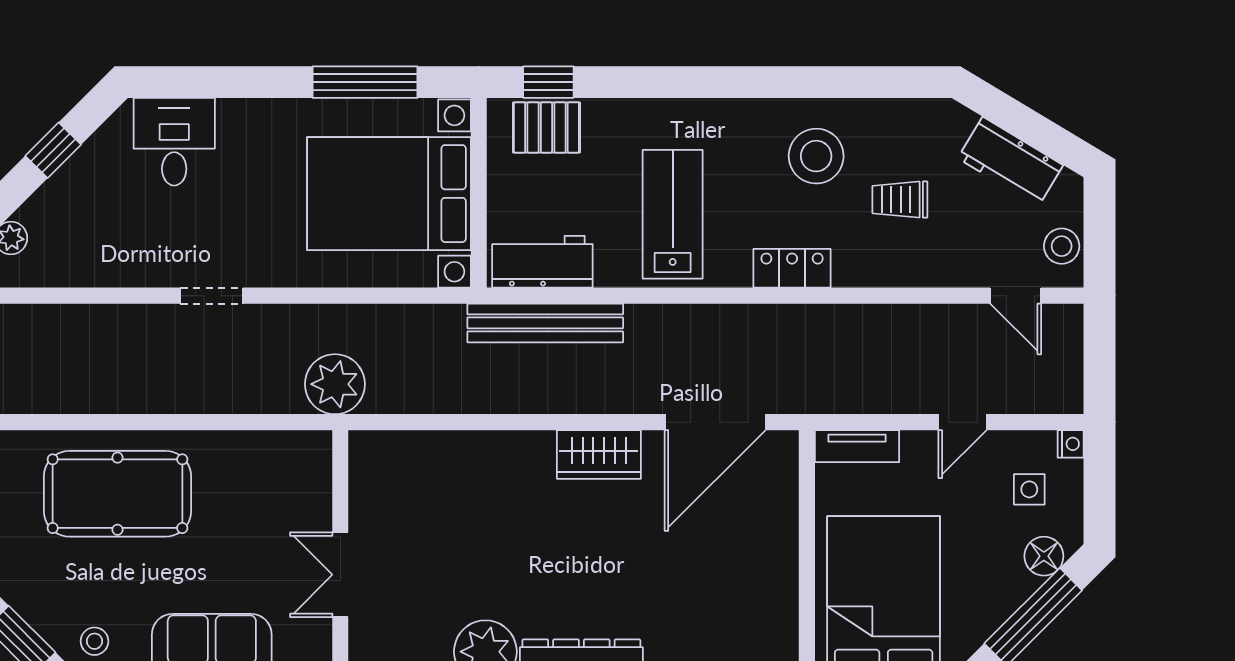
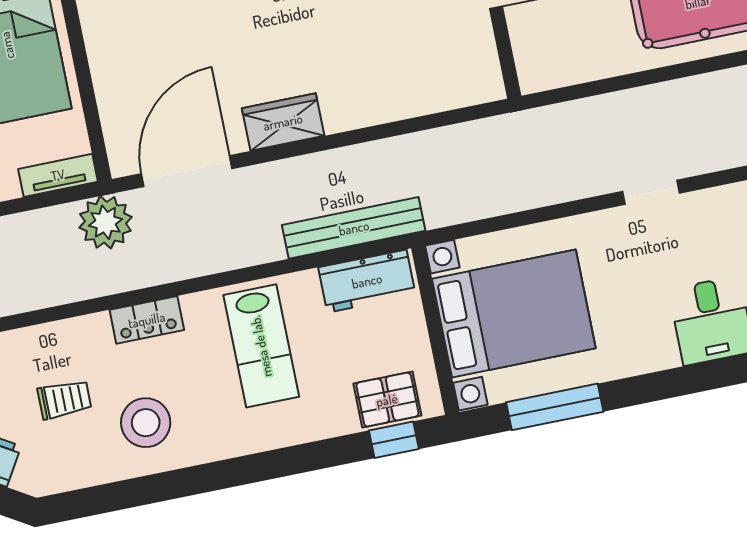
plant: (335, 384) -> (105, 222), moved

